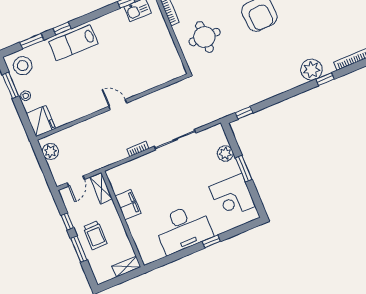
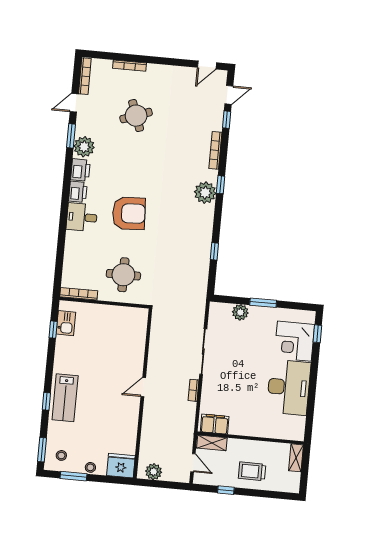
window: (32, 41) -> (42, 450), moved
stool: (23, 66) -> (61, 455), width x0.53, depth x0.53
window: (244, 113) -> (214, 251), moved
corner desk: (232, 197) -> (294, 341), moved, turned 90
filing cabinet: (128, 204) -> (215, 424), moved
trolley: (95, 235) -> (252, 471), turned 180
window: (211, 241) -> (317, 334), moved
window: (79, 249) -> (257, 493), removed

